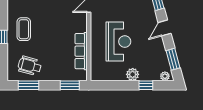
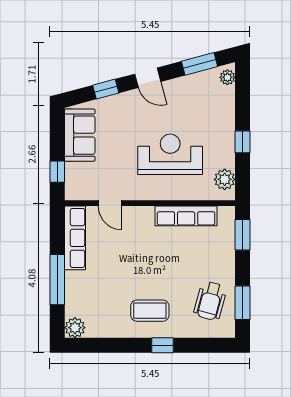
plant: (133, 74) -> (225, 179), moved
window: (146, 85) -> (242, 142), moved

